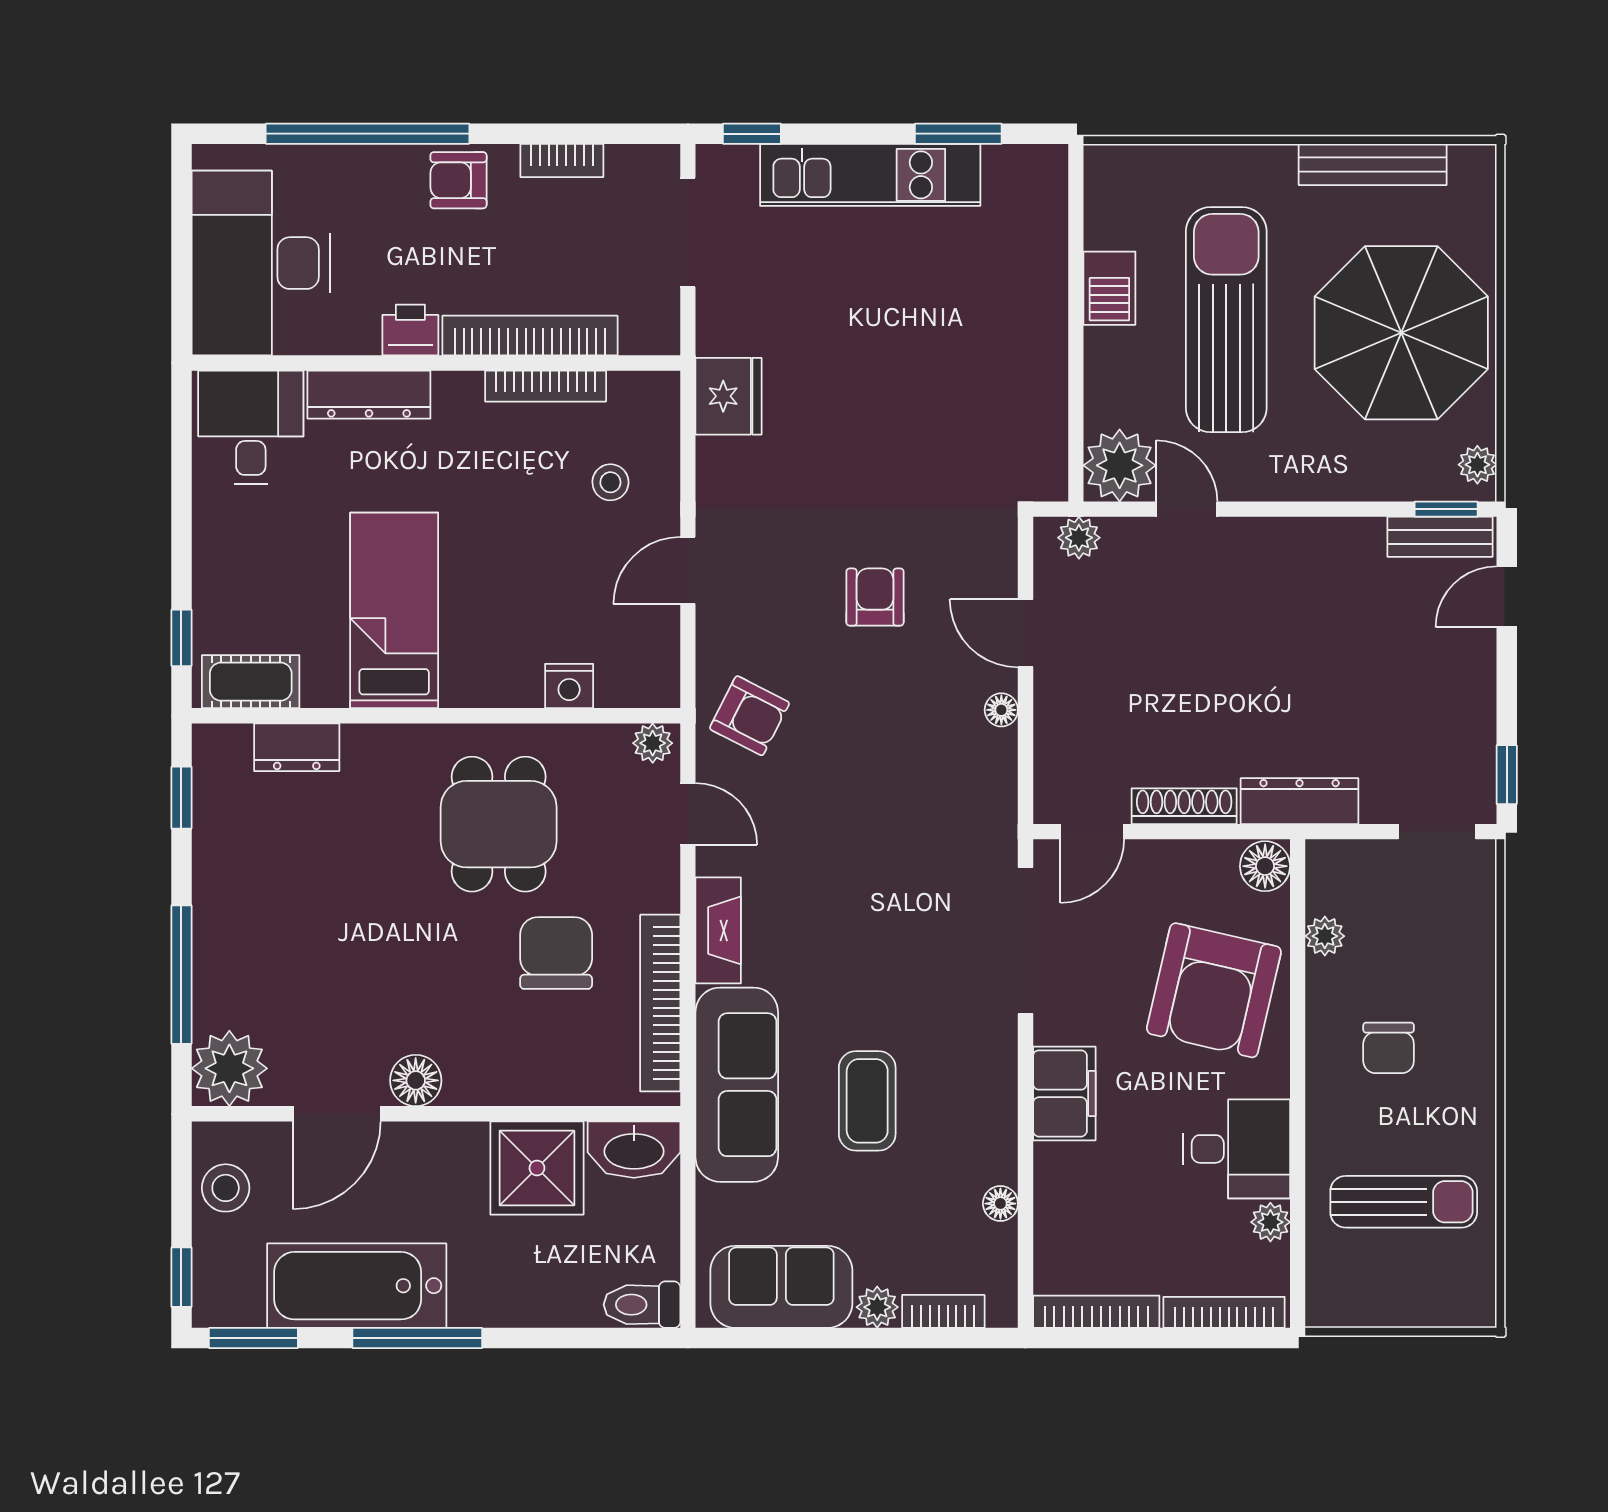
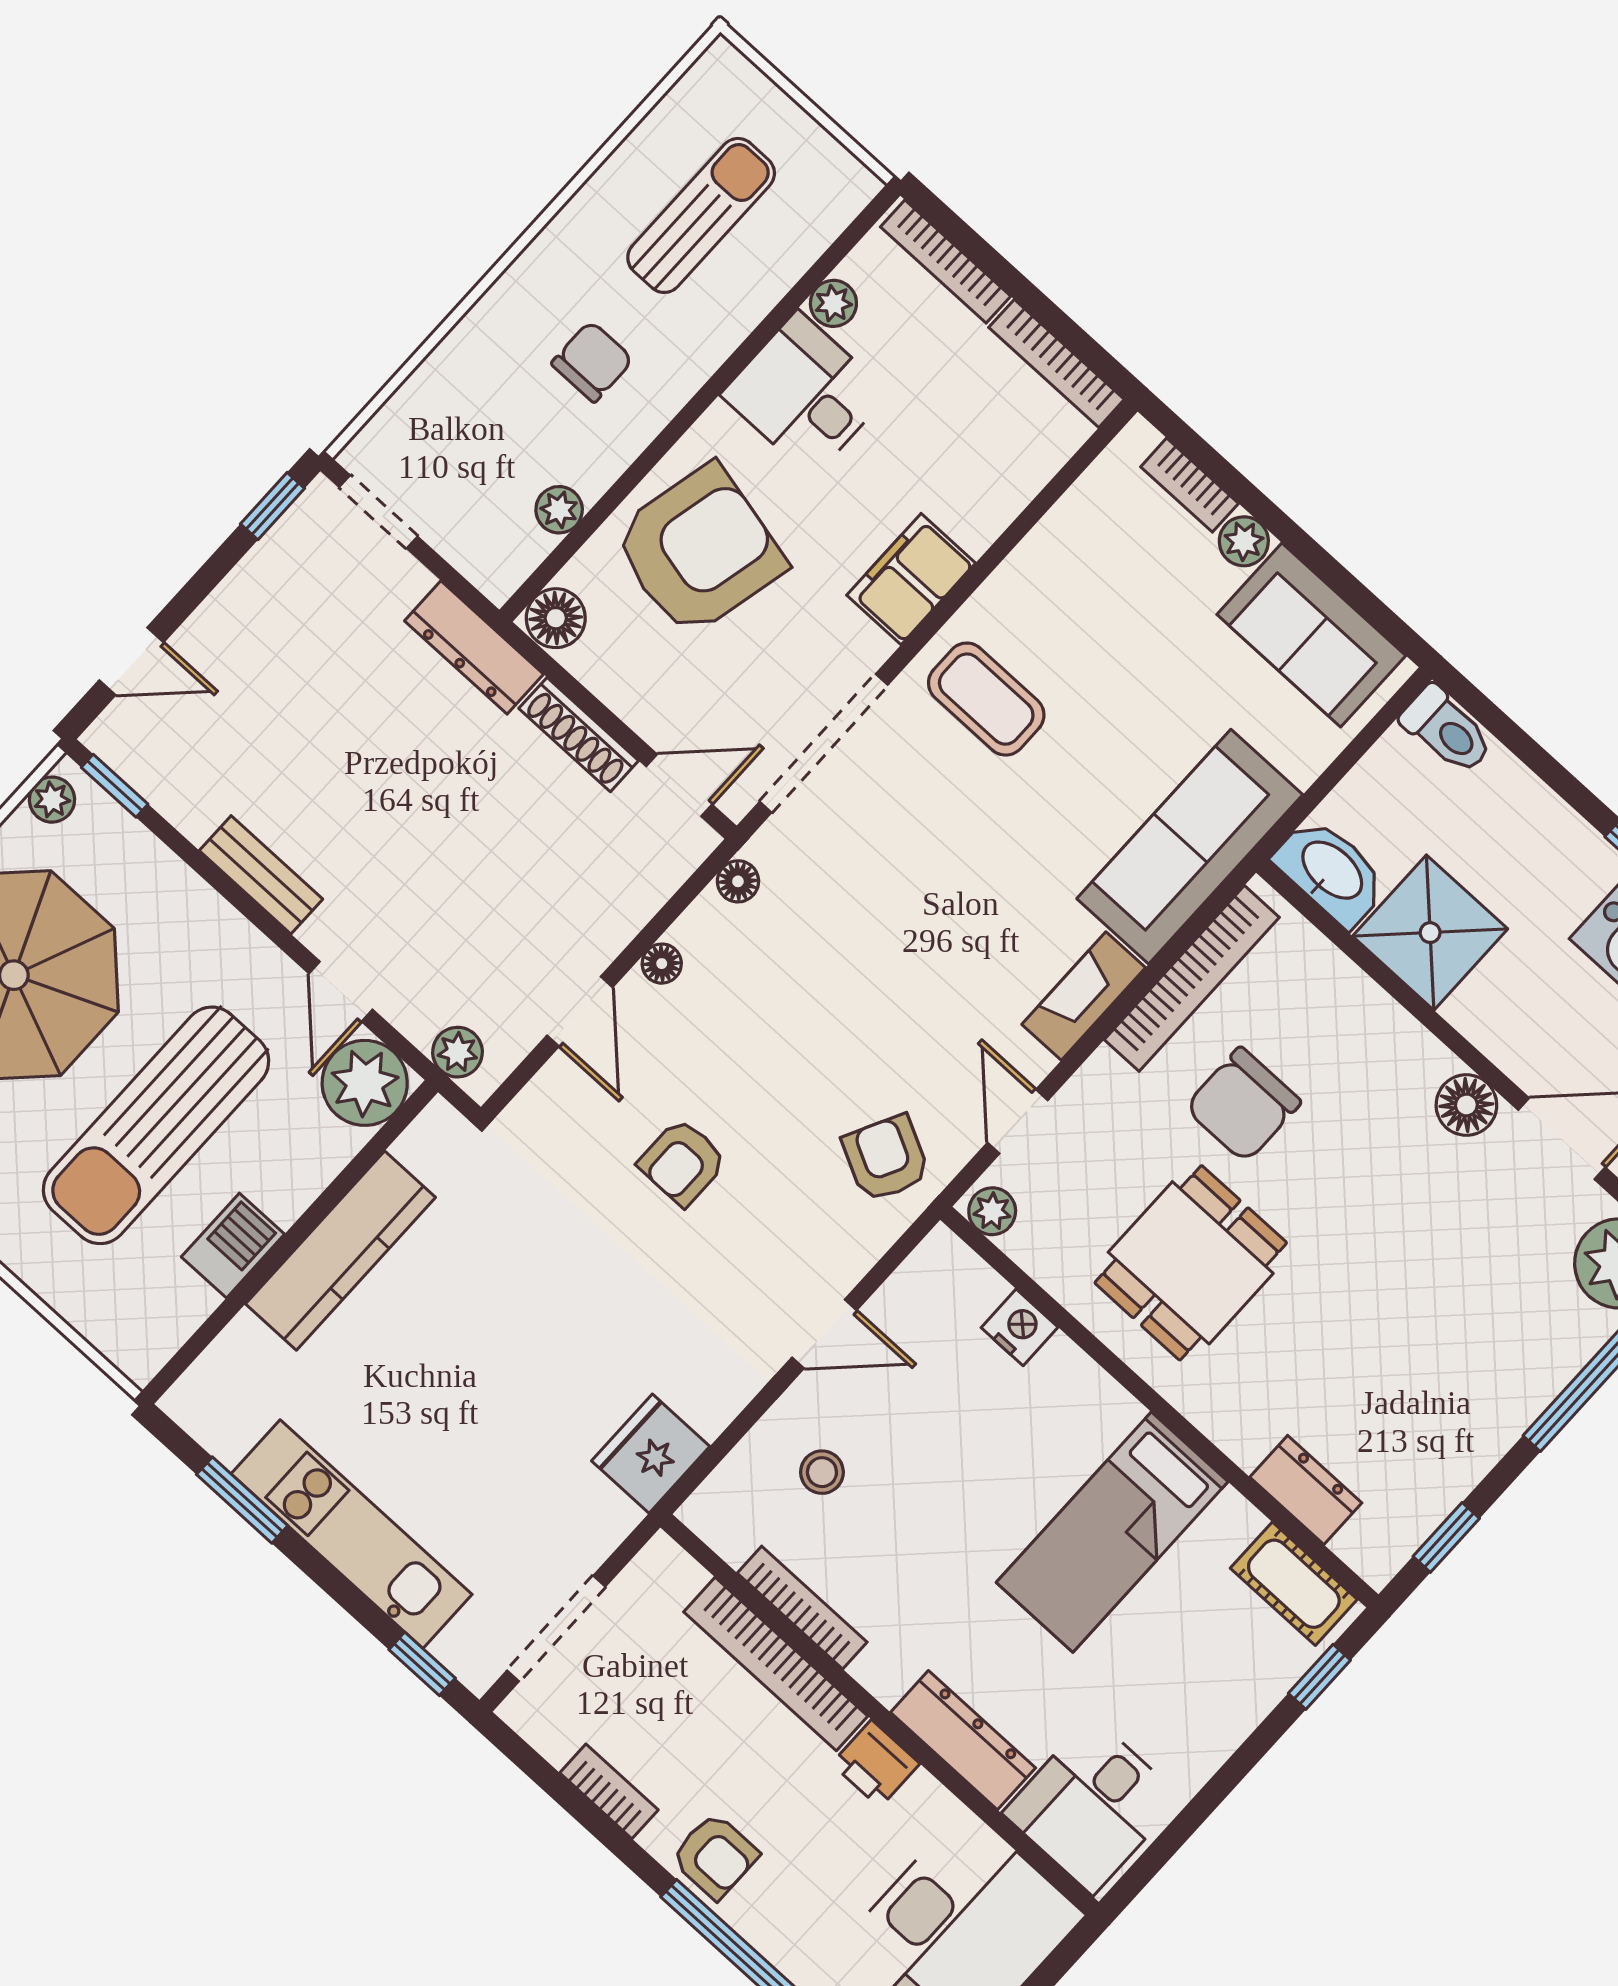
kitchen counter: (1039, 346) -> (340, 1251), added
bench: (1440, 537) -> (261, 875), moved
coffee table: (867, 1101) -> (986, 699), moved, turned 90
sun lounger: (1404, 1202) -> (701, 215), turned 90
floor lamp: (1000, 1204) -> (738, 881), moved

